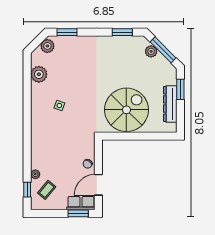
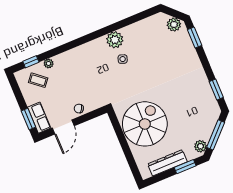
plant: (151, 51) -> (200, 146), moved
plant: (39, 74) -> (115, 40), moved
spiral stairs: (126, 110) -> (145, 124), turned -90
door: (98, 185) -> (63, 127), swing flipped

